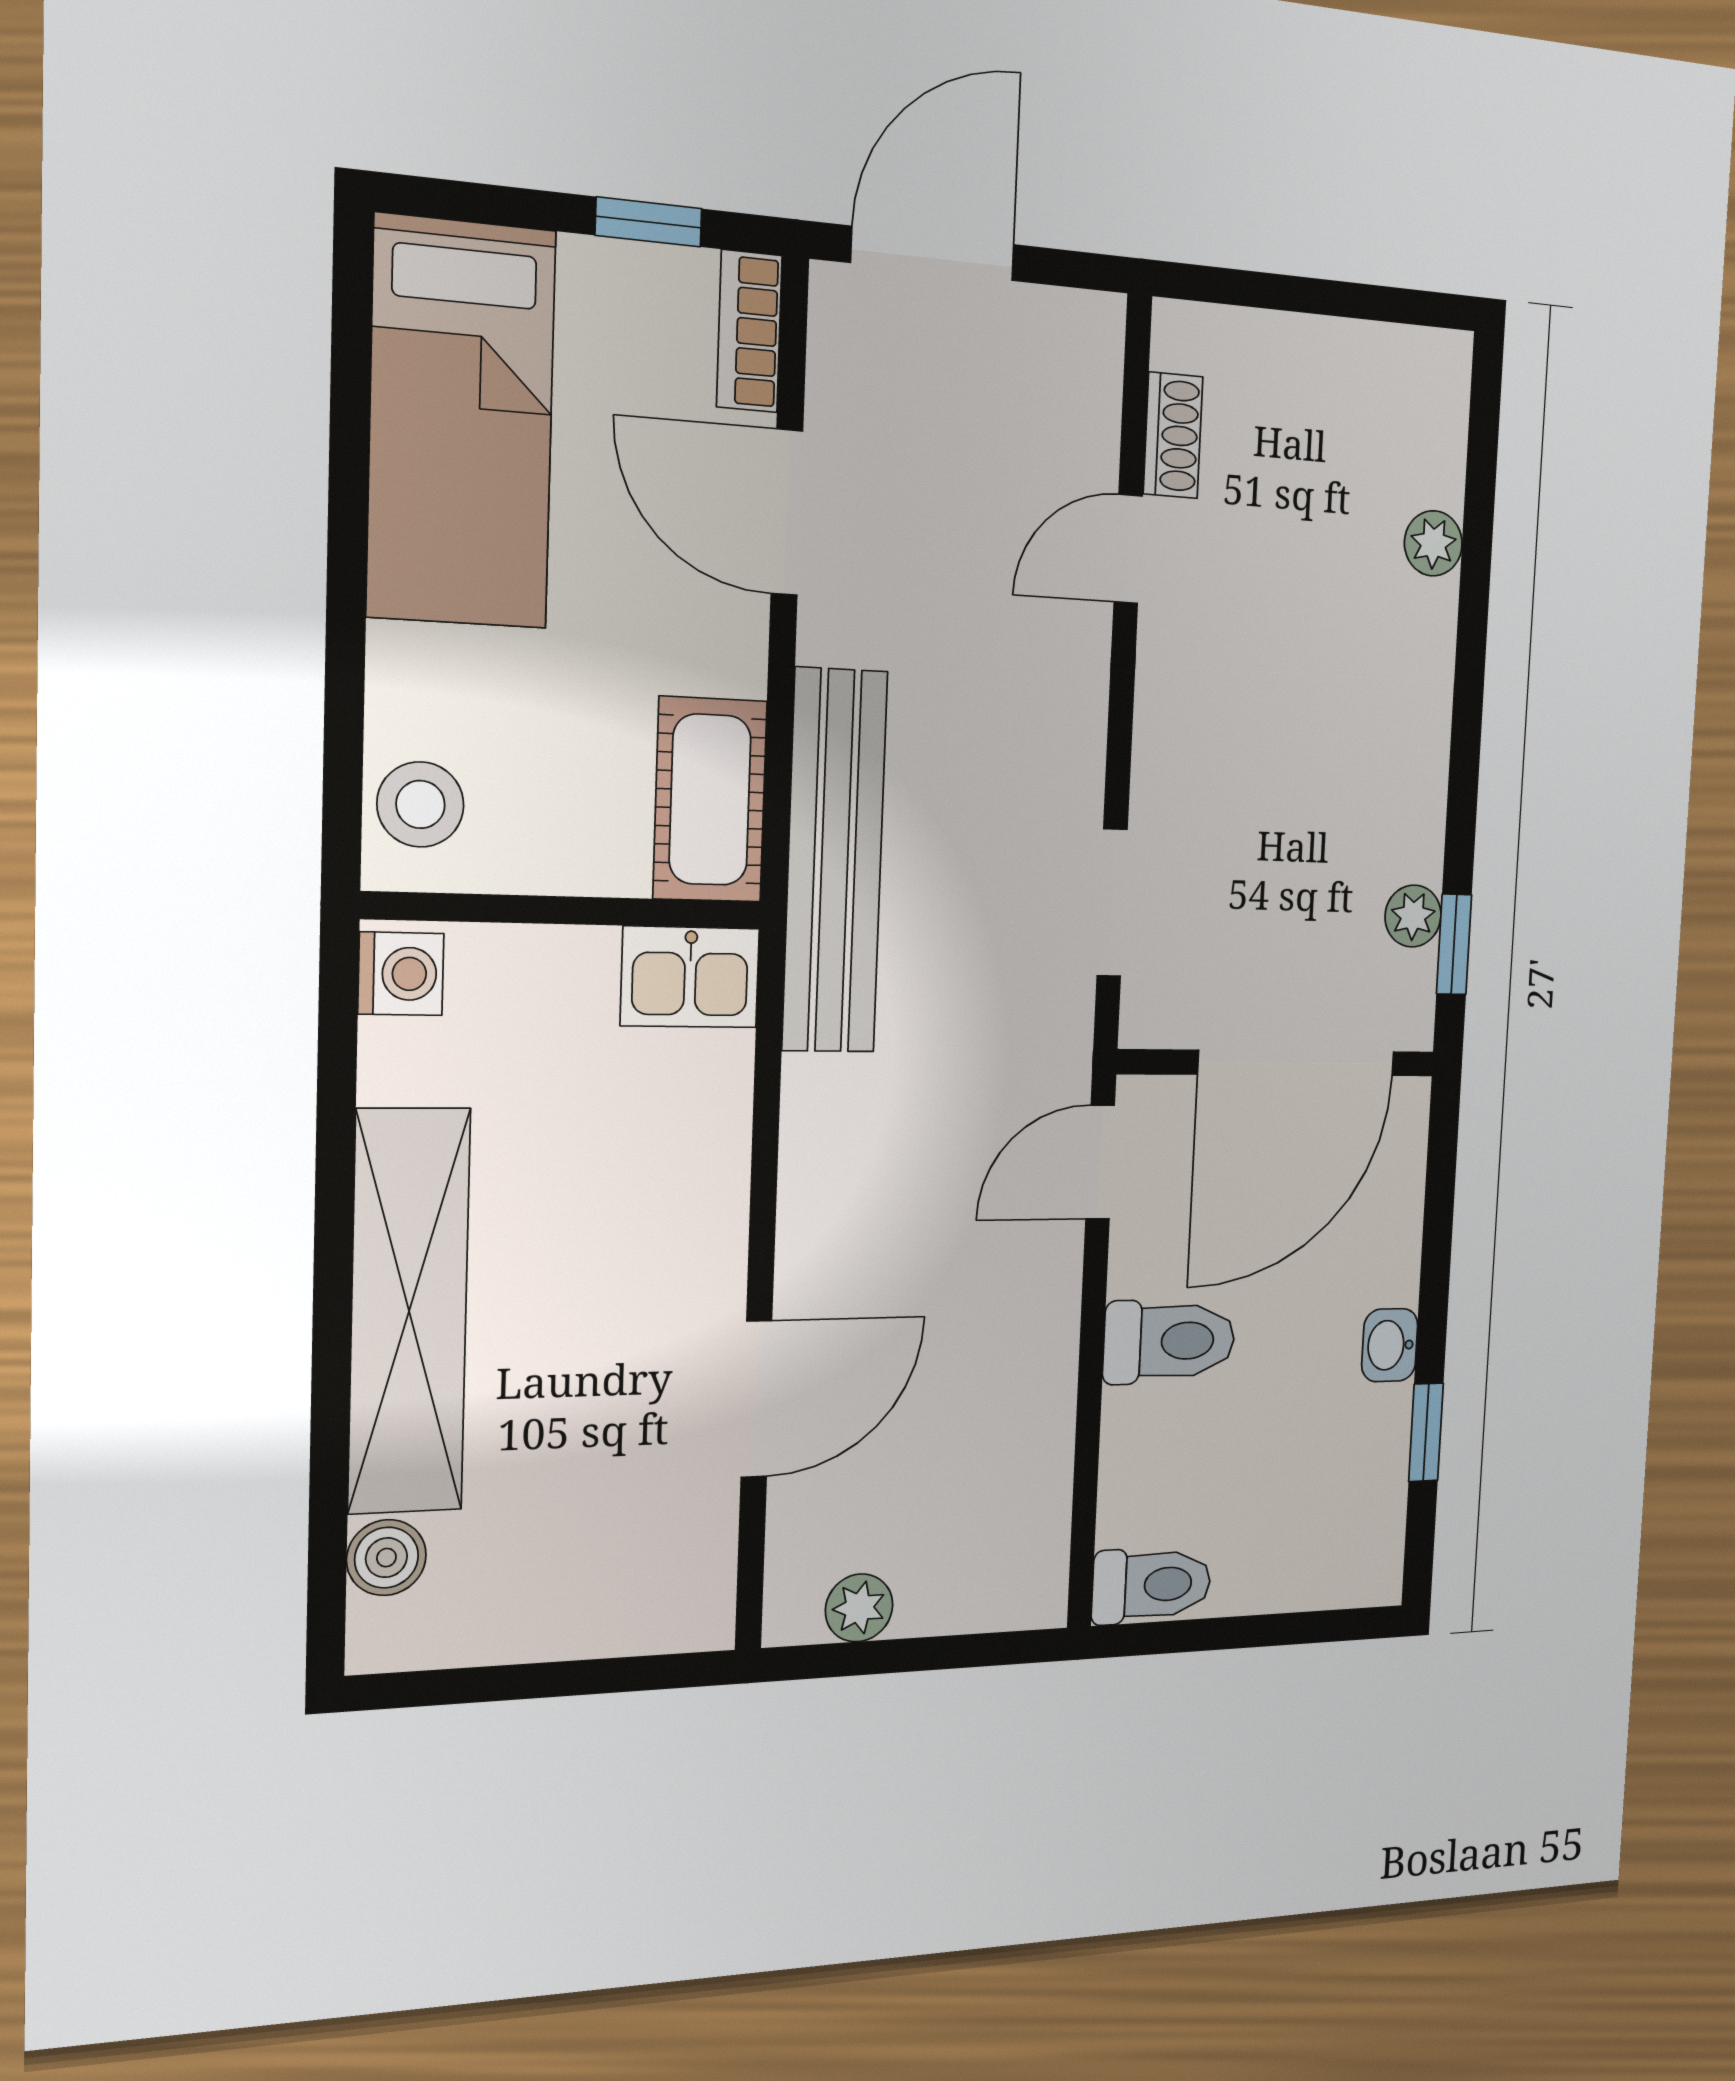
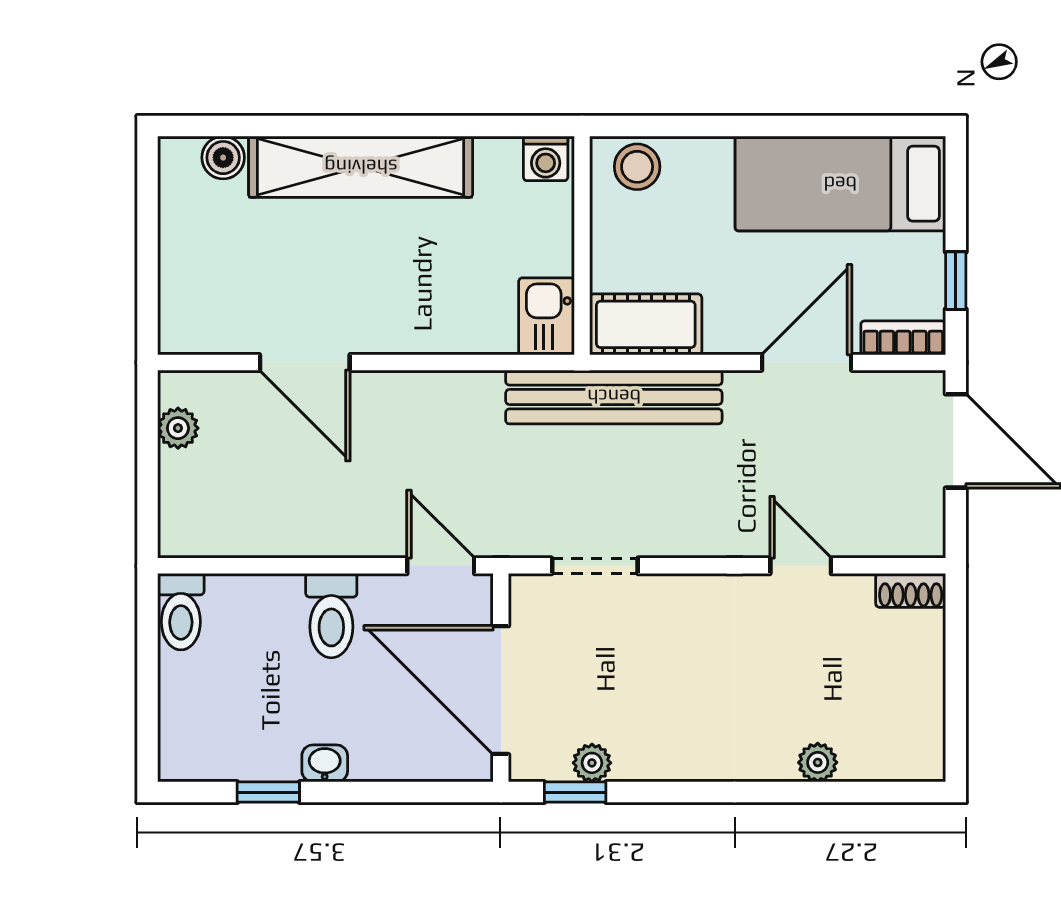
shoe rack: (1173, 435) -> (911, 590), moved

